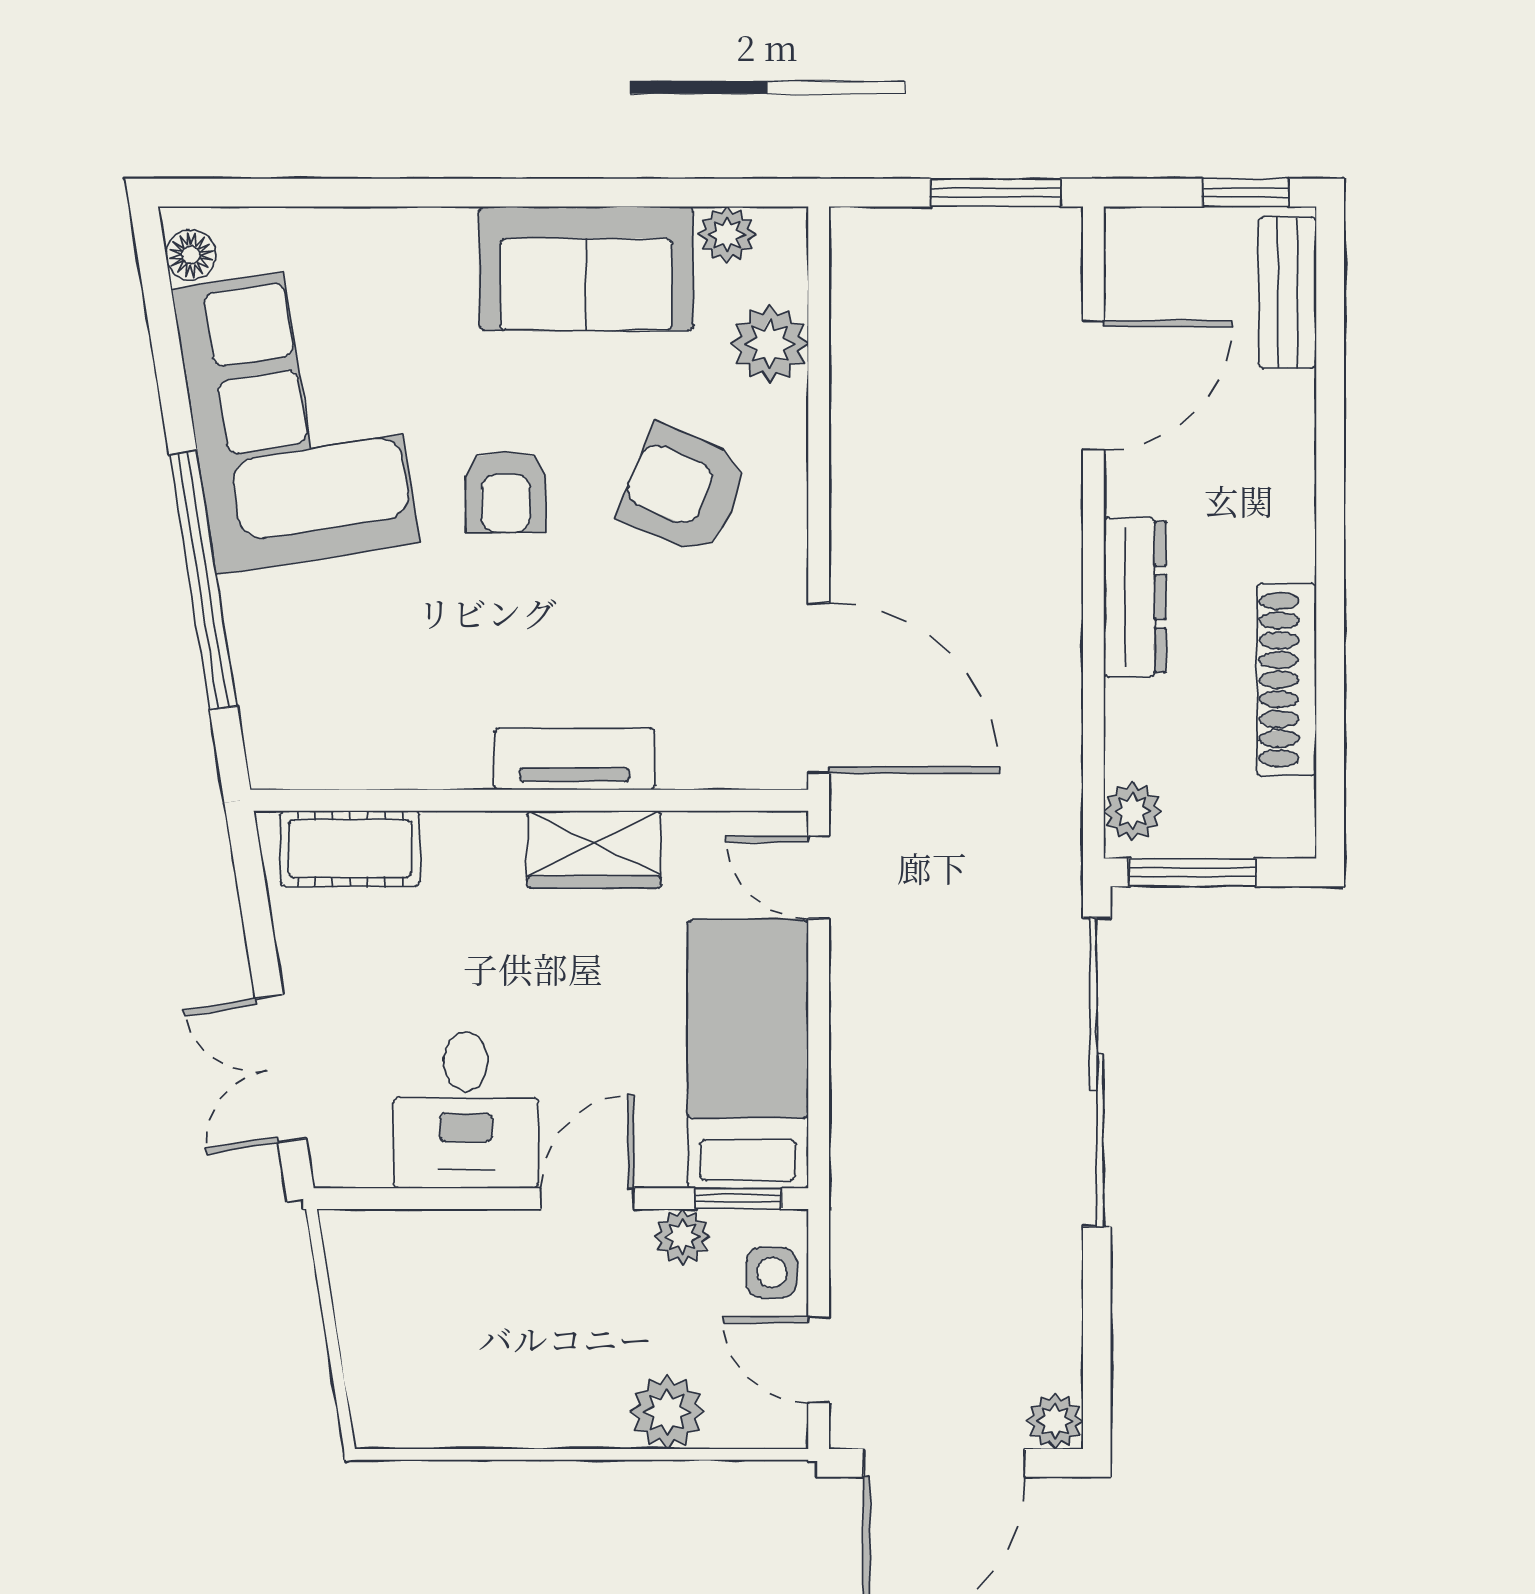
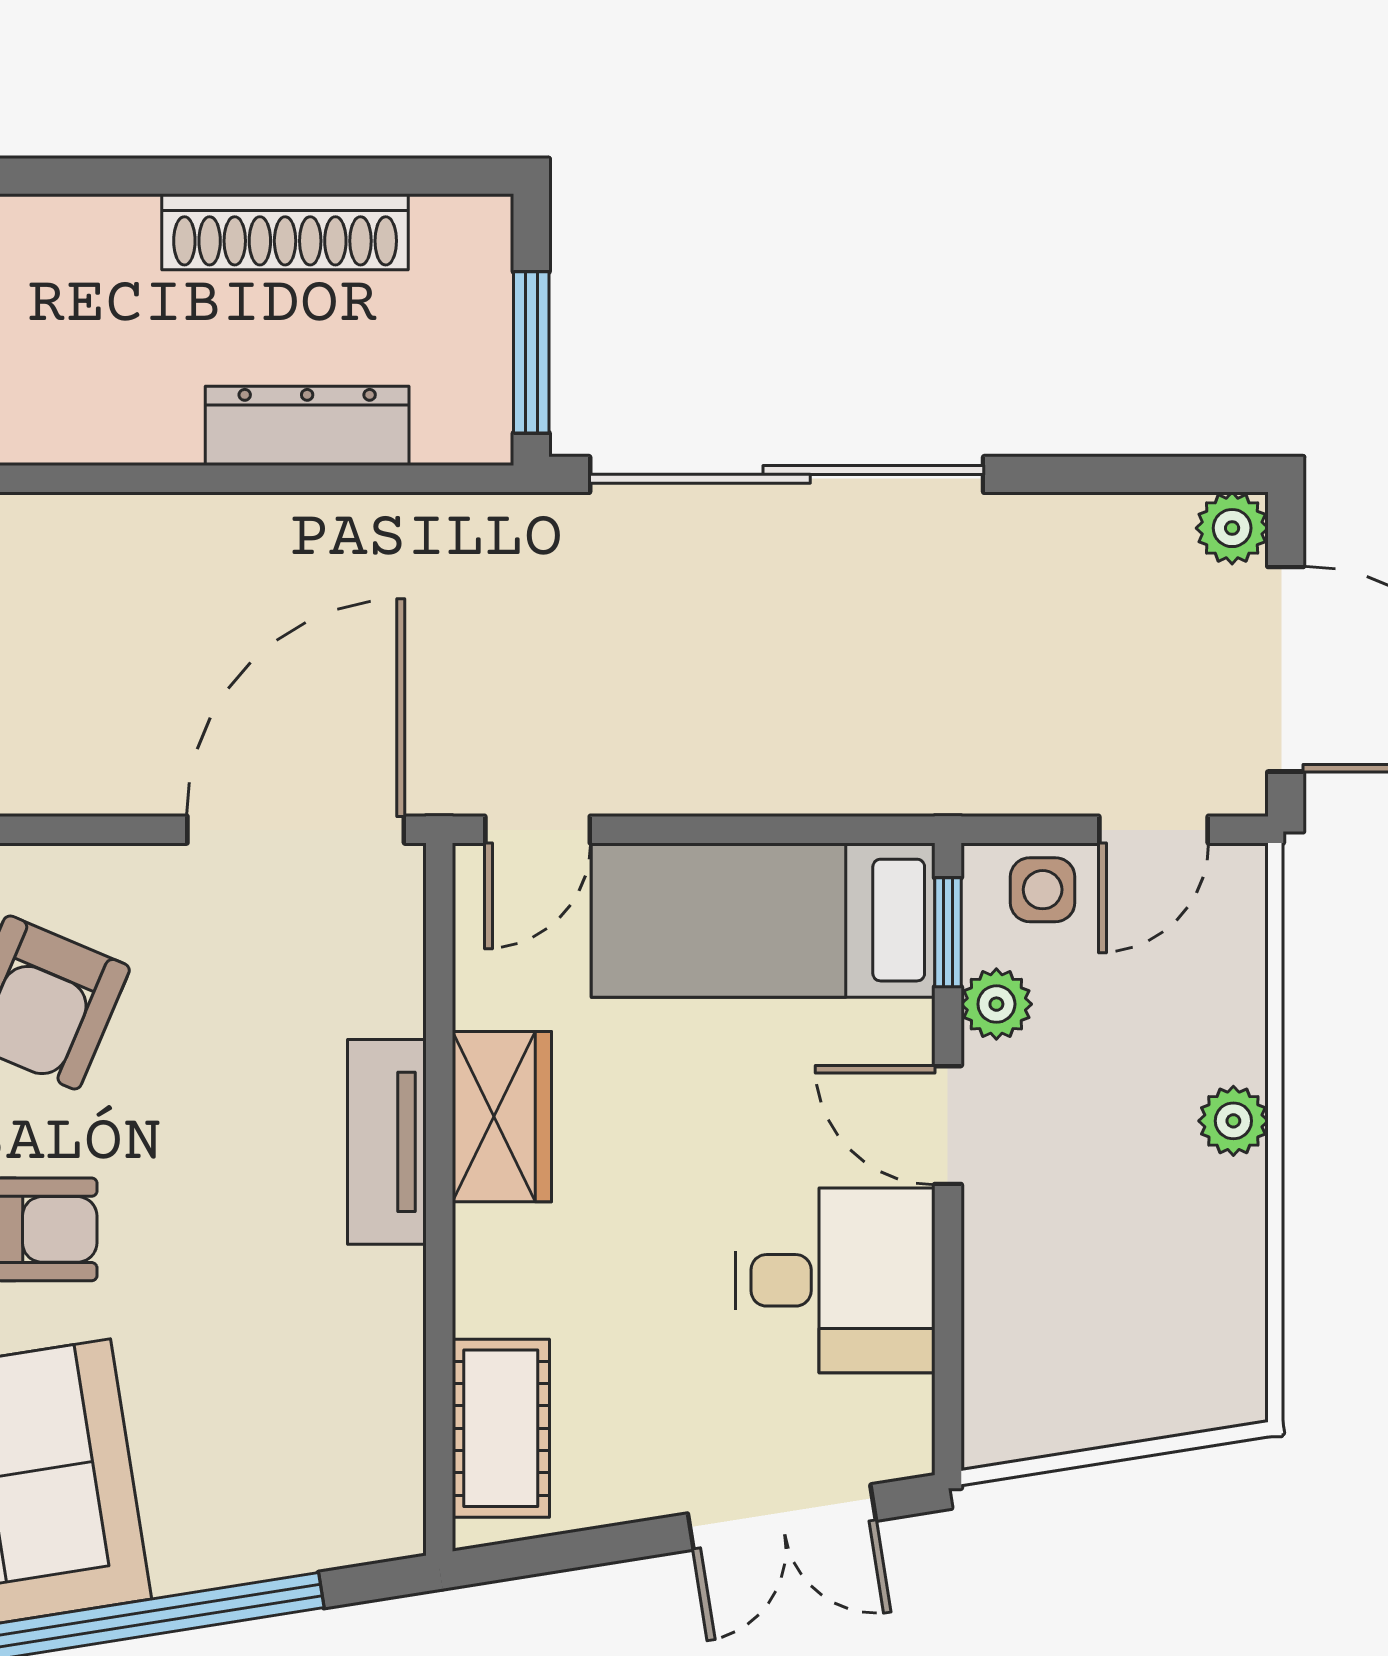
dresser: (1135, 597) -> (307, 426), moved
plant: (1133, 811) -> (453, 428), removed
plant: (667, 1412) -> (1233, 1121), moved, width x0.73, depth x0.73

